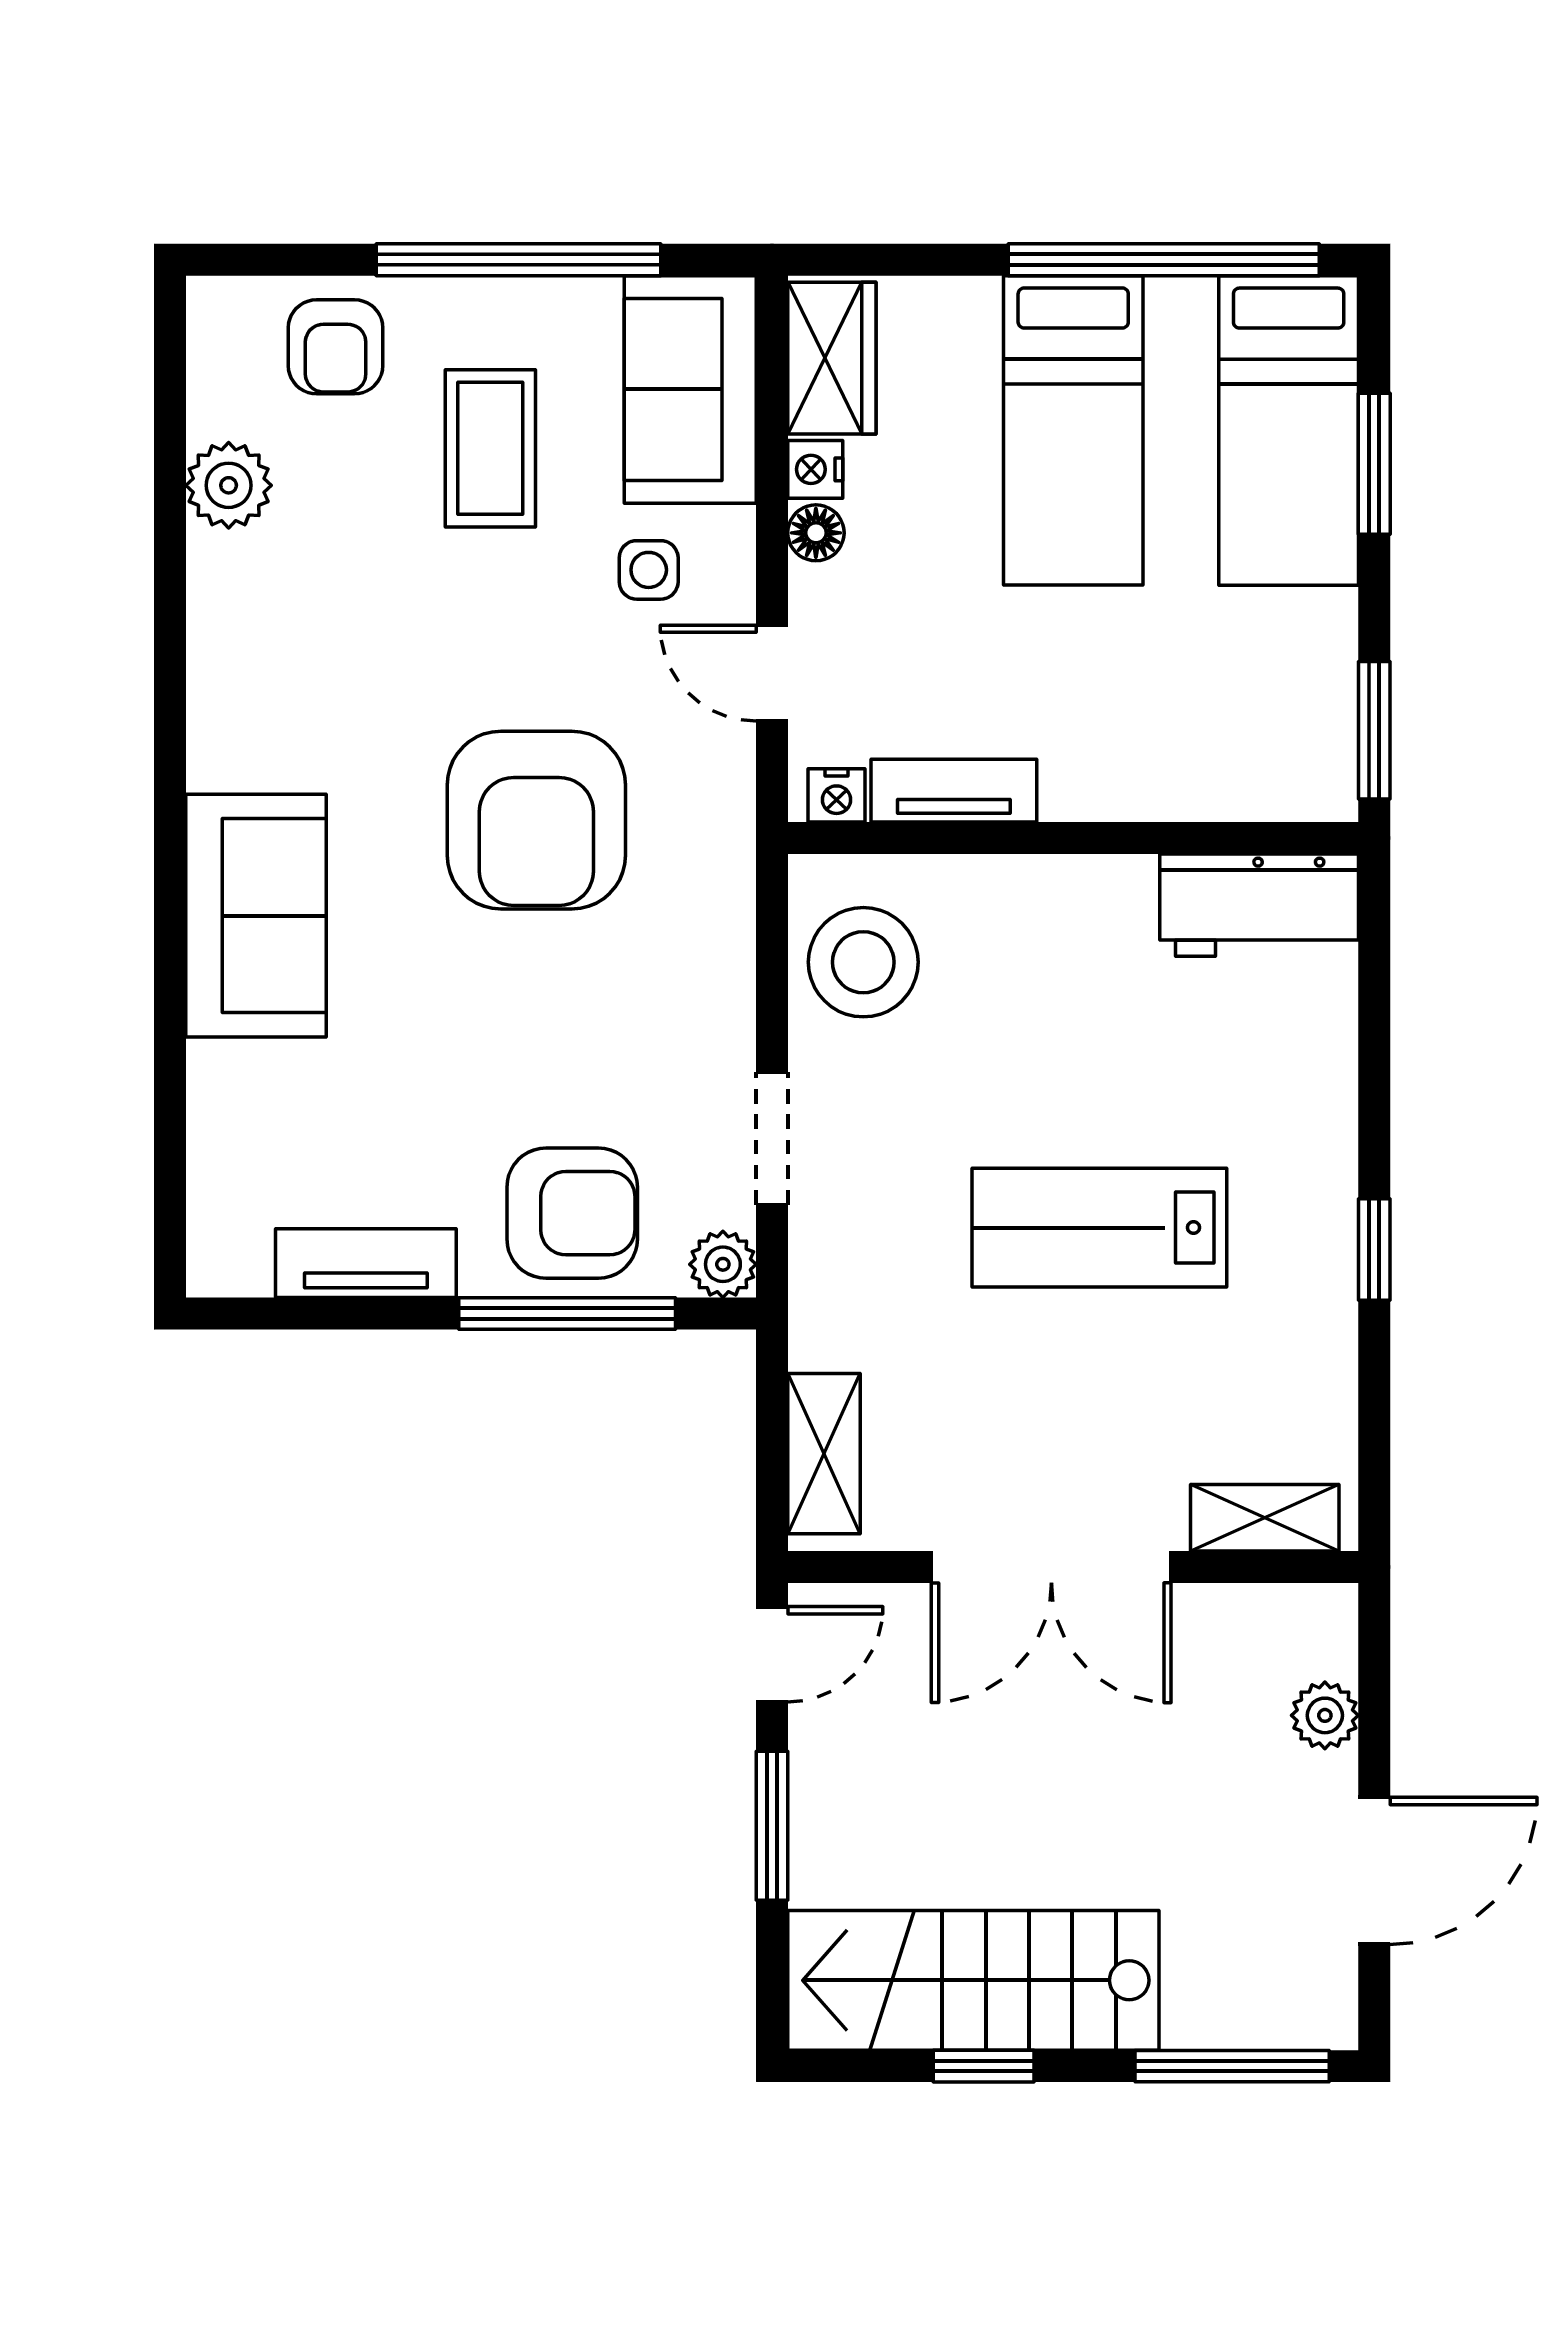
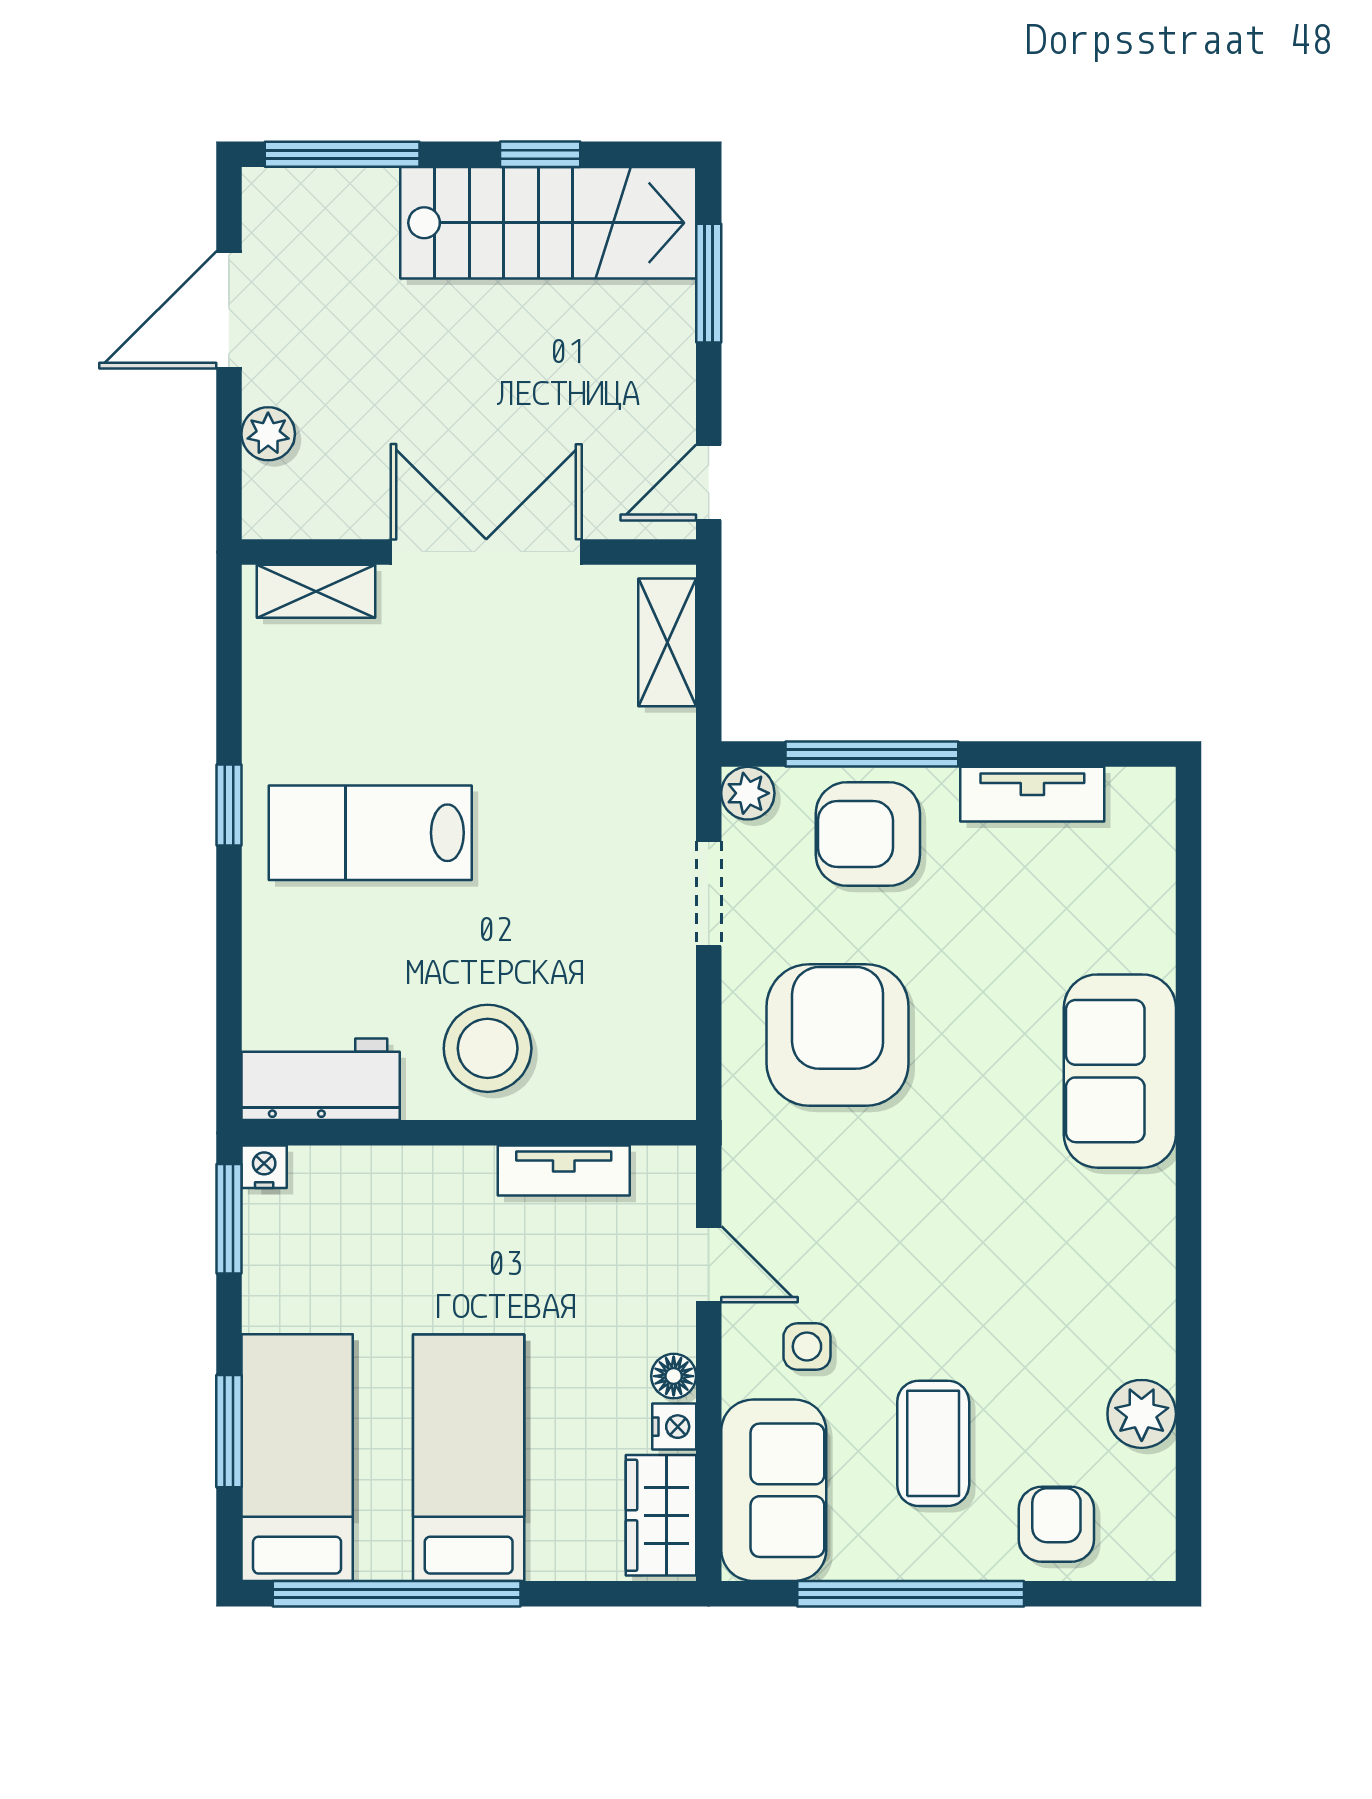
nightstand: (836, 795) -> (264, 1167), moved
armchair: (536, 820) -> (838, 1035), moved
stool: (863, 962) -> (488, 1048), moved
lab bench: (1099, 1228) -> (370, 833), moved, turned 180
window: (772, 1826) -> (709, 283), moved

